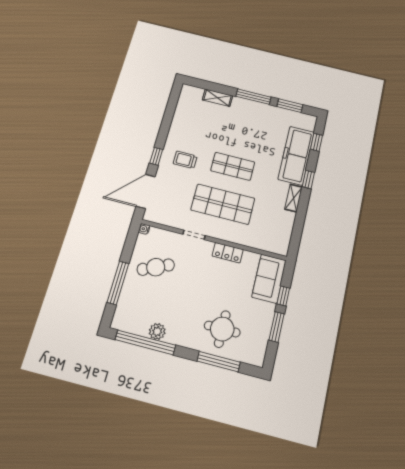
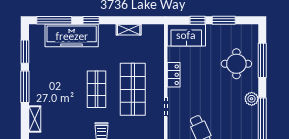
window: (316, 142) -> (54, 20), width x2.17
shelving: (294, 198) -> (129, 30), moved
plant: (157, 331) -> (252, 99), moved

